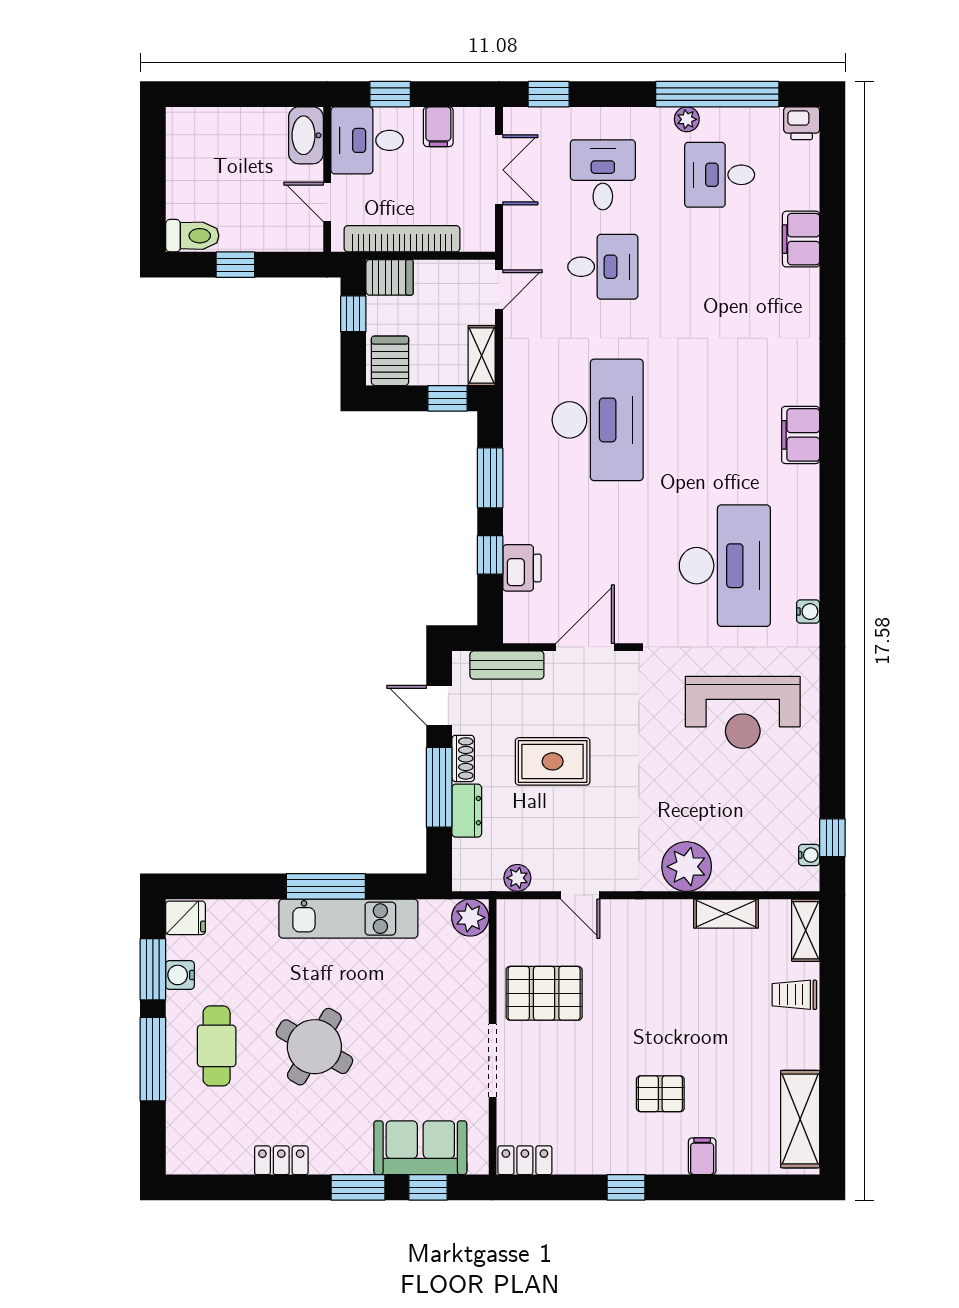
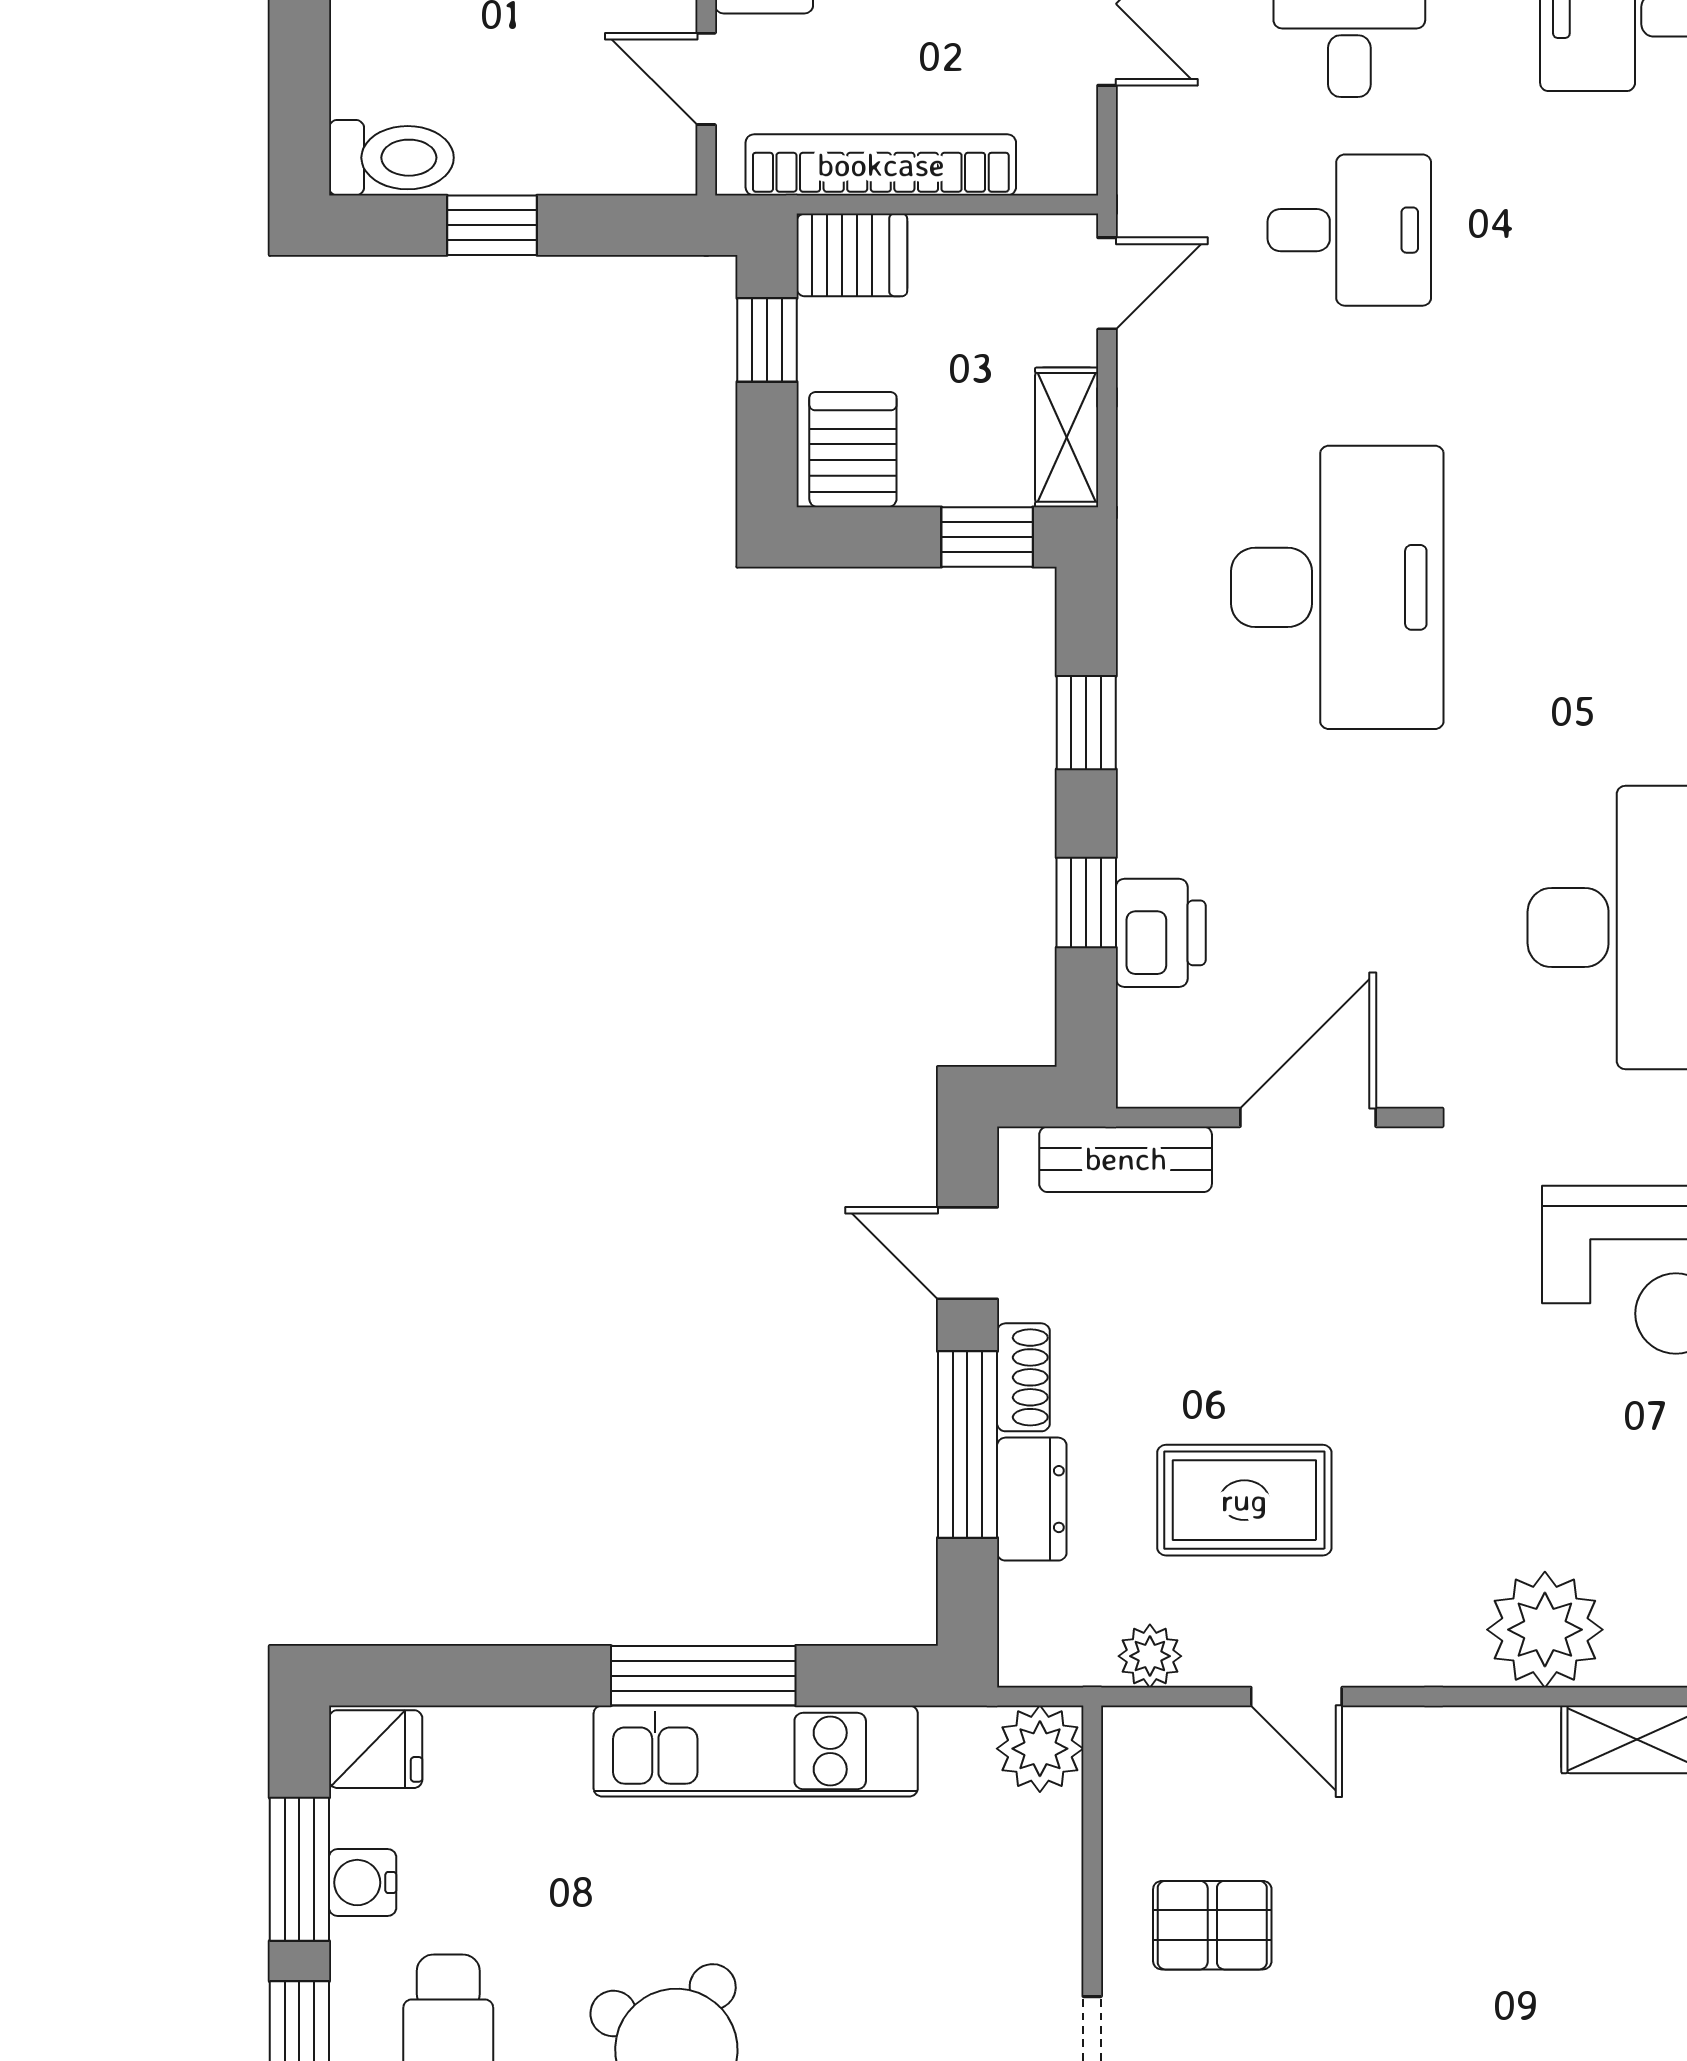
window: (490, 478) -> (1086, 723), width x0.67
rug: (553, 761) -> (1244, 1500), moved
pallet: (544, 993) -> (1212, 1925), width x0.67, depth x0.71

